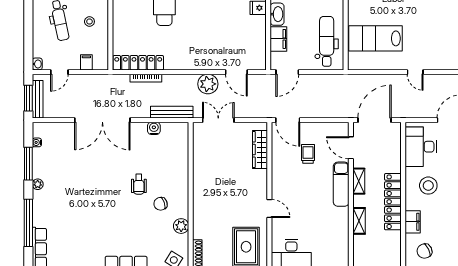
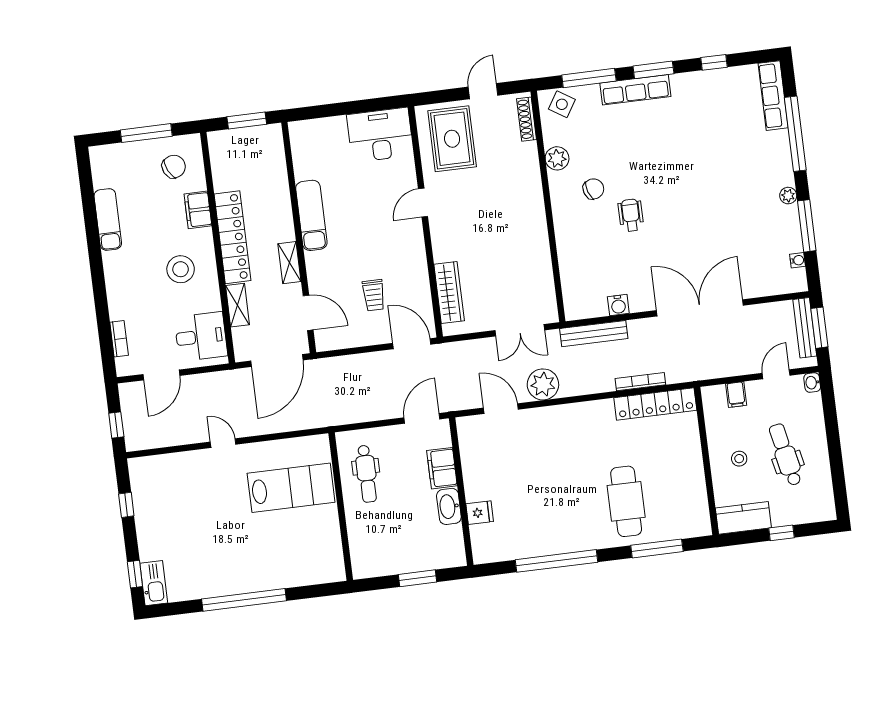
dental chair: (327, 41) -> (367, 474), width x0.73, depth x0.72
desk: (421, 147) -> (201, 337), width x0.73
exam couch: (341, 184) -> (311, 215), moved
door: (269, 209) -> (423, 203), hinge flipped
shelving: (359, 221) -> (238, 305), moved

